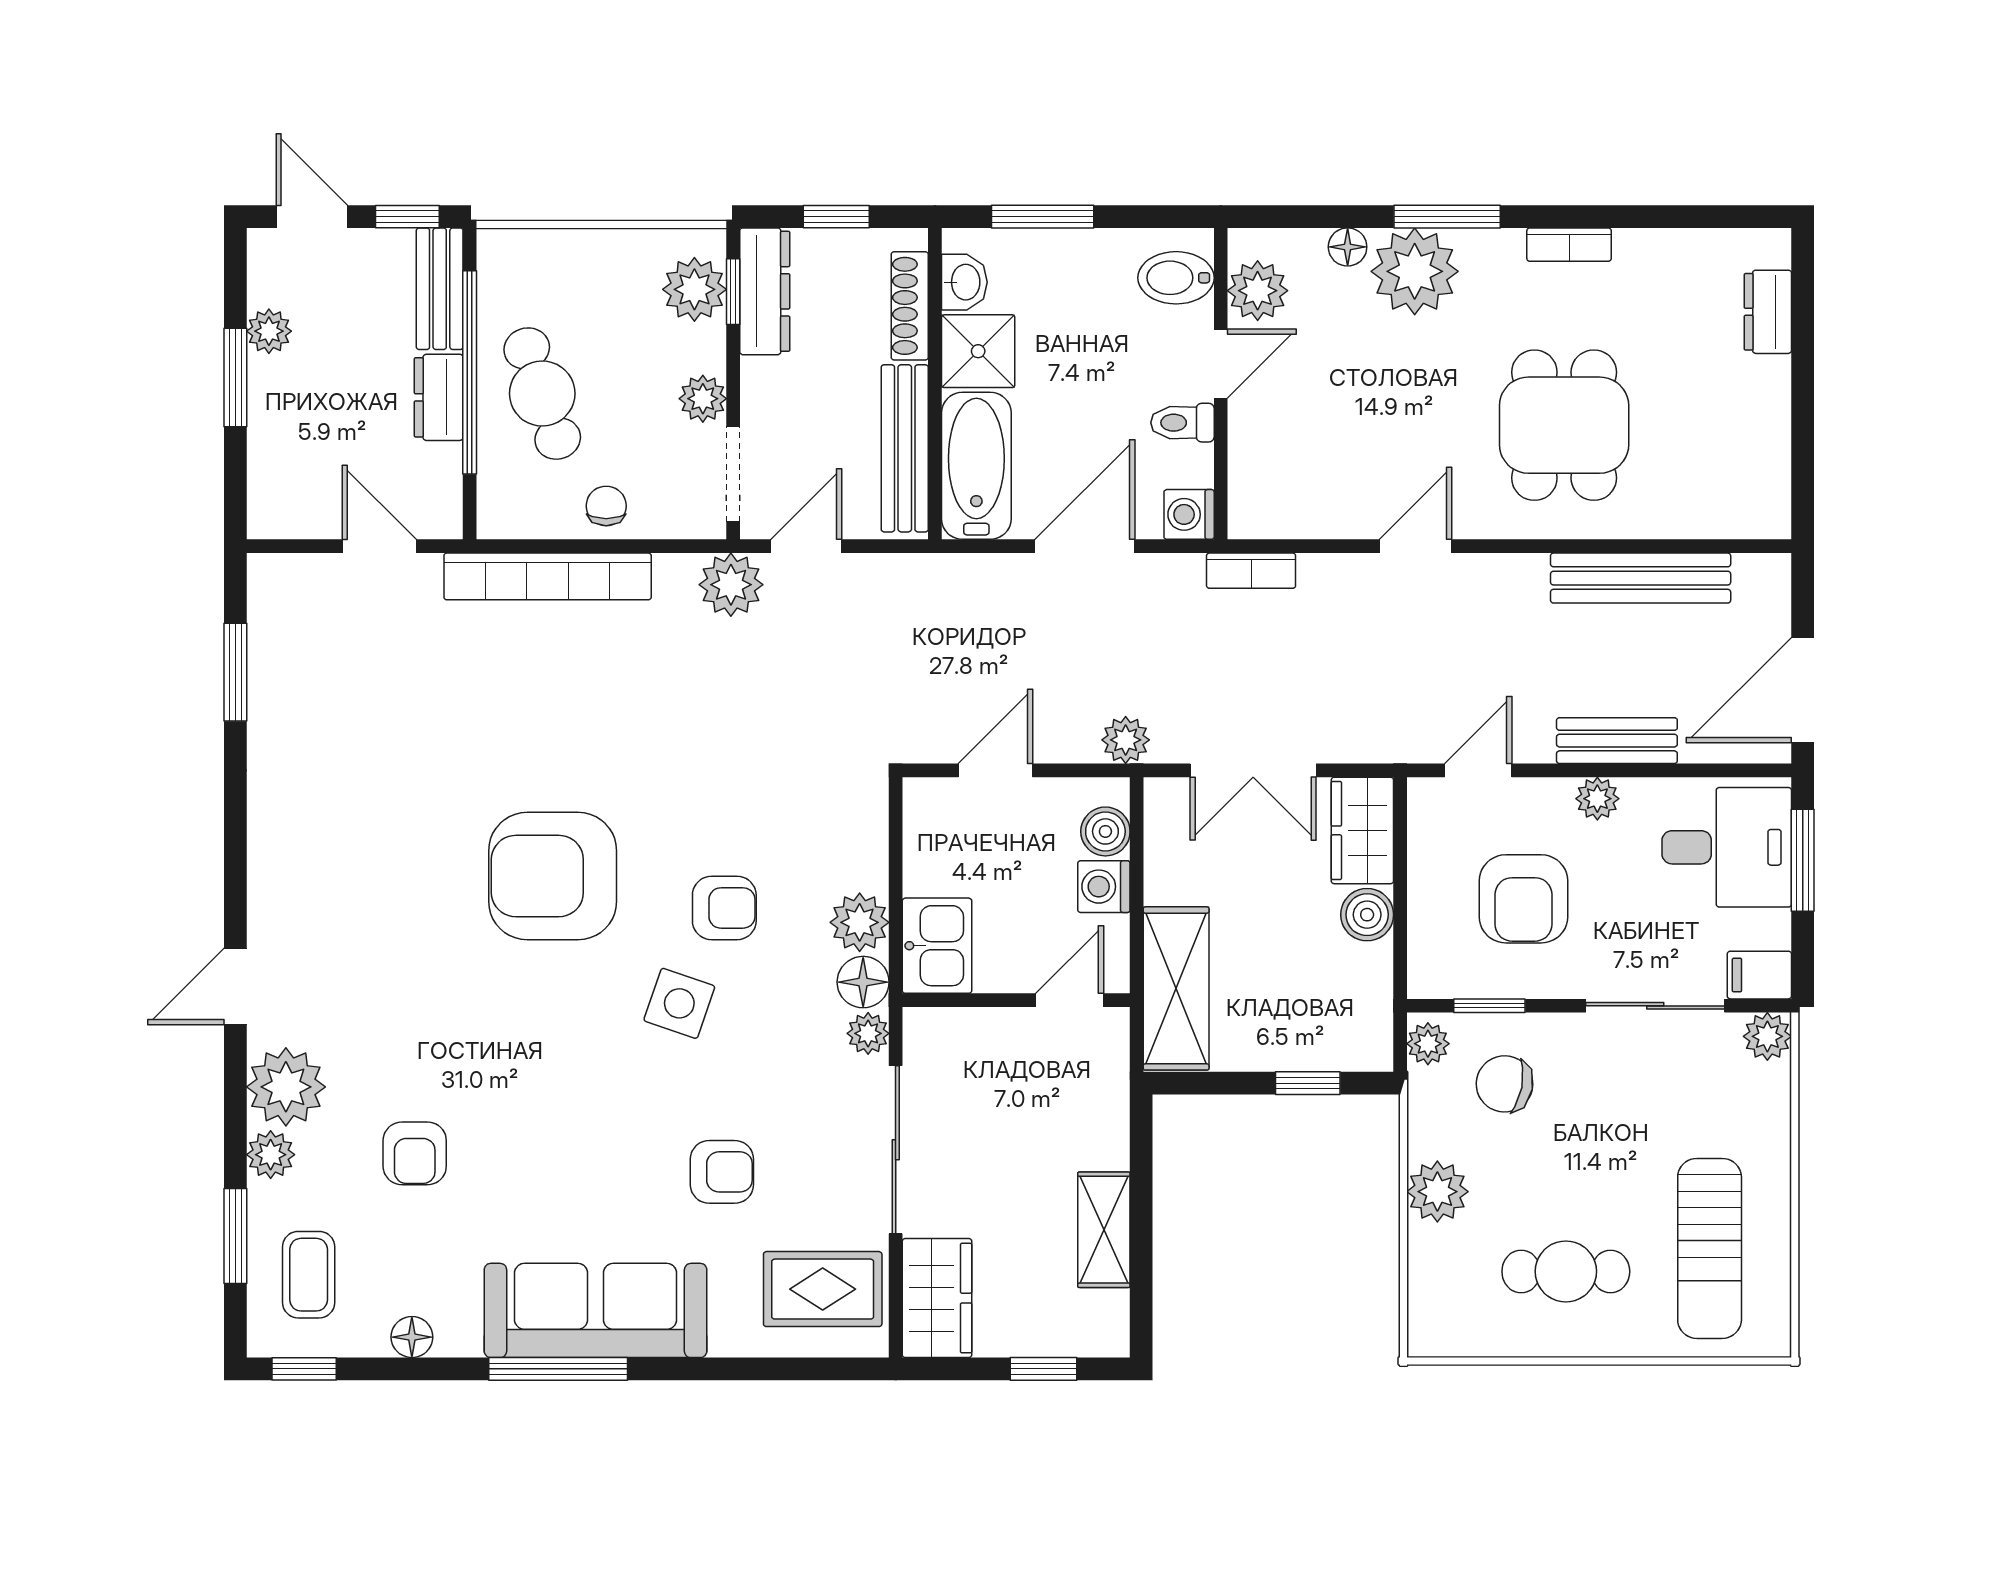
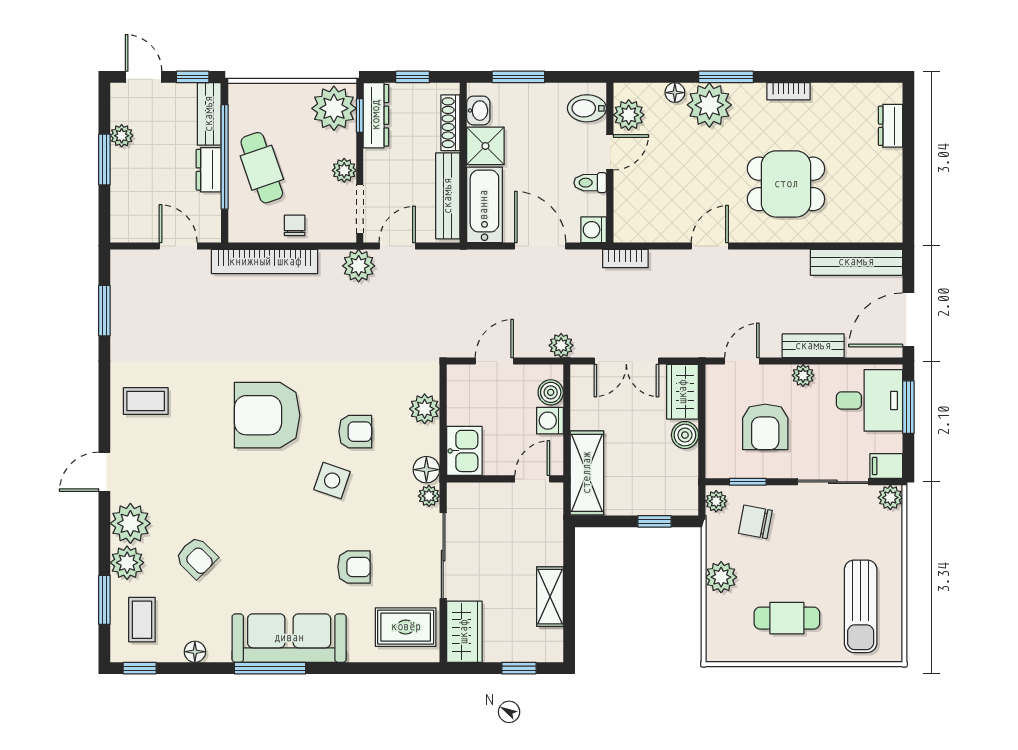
plant: (694, 289) -> (334, 108), width x1.36, depth x1.36
dining table: (1564, 425) -> (786, 184), turned 90
door: (1085, 546) -> (540, 246), hinge flipped
bench: (1641, 578) -> (856, 262), moved
coffee table: (316, 848) -> (146, 401), added
plant: (860, 922) -> (425, 409), moved
armchair: (415, 1153) -> (196, 557), turned -45
plant: (271, 1155) -> (127, 563), width x1.38, depth x1.38

